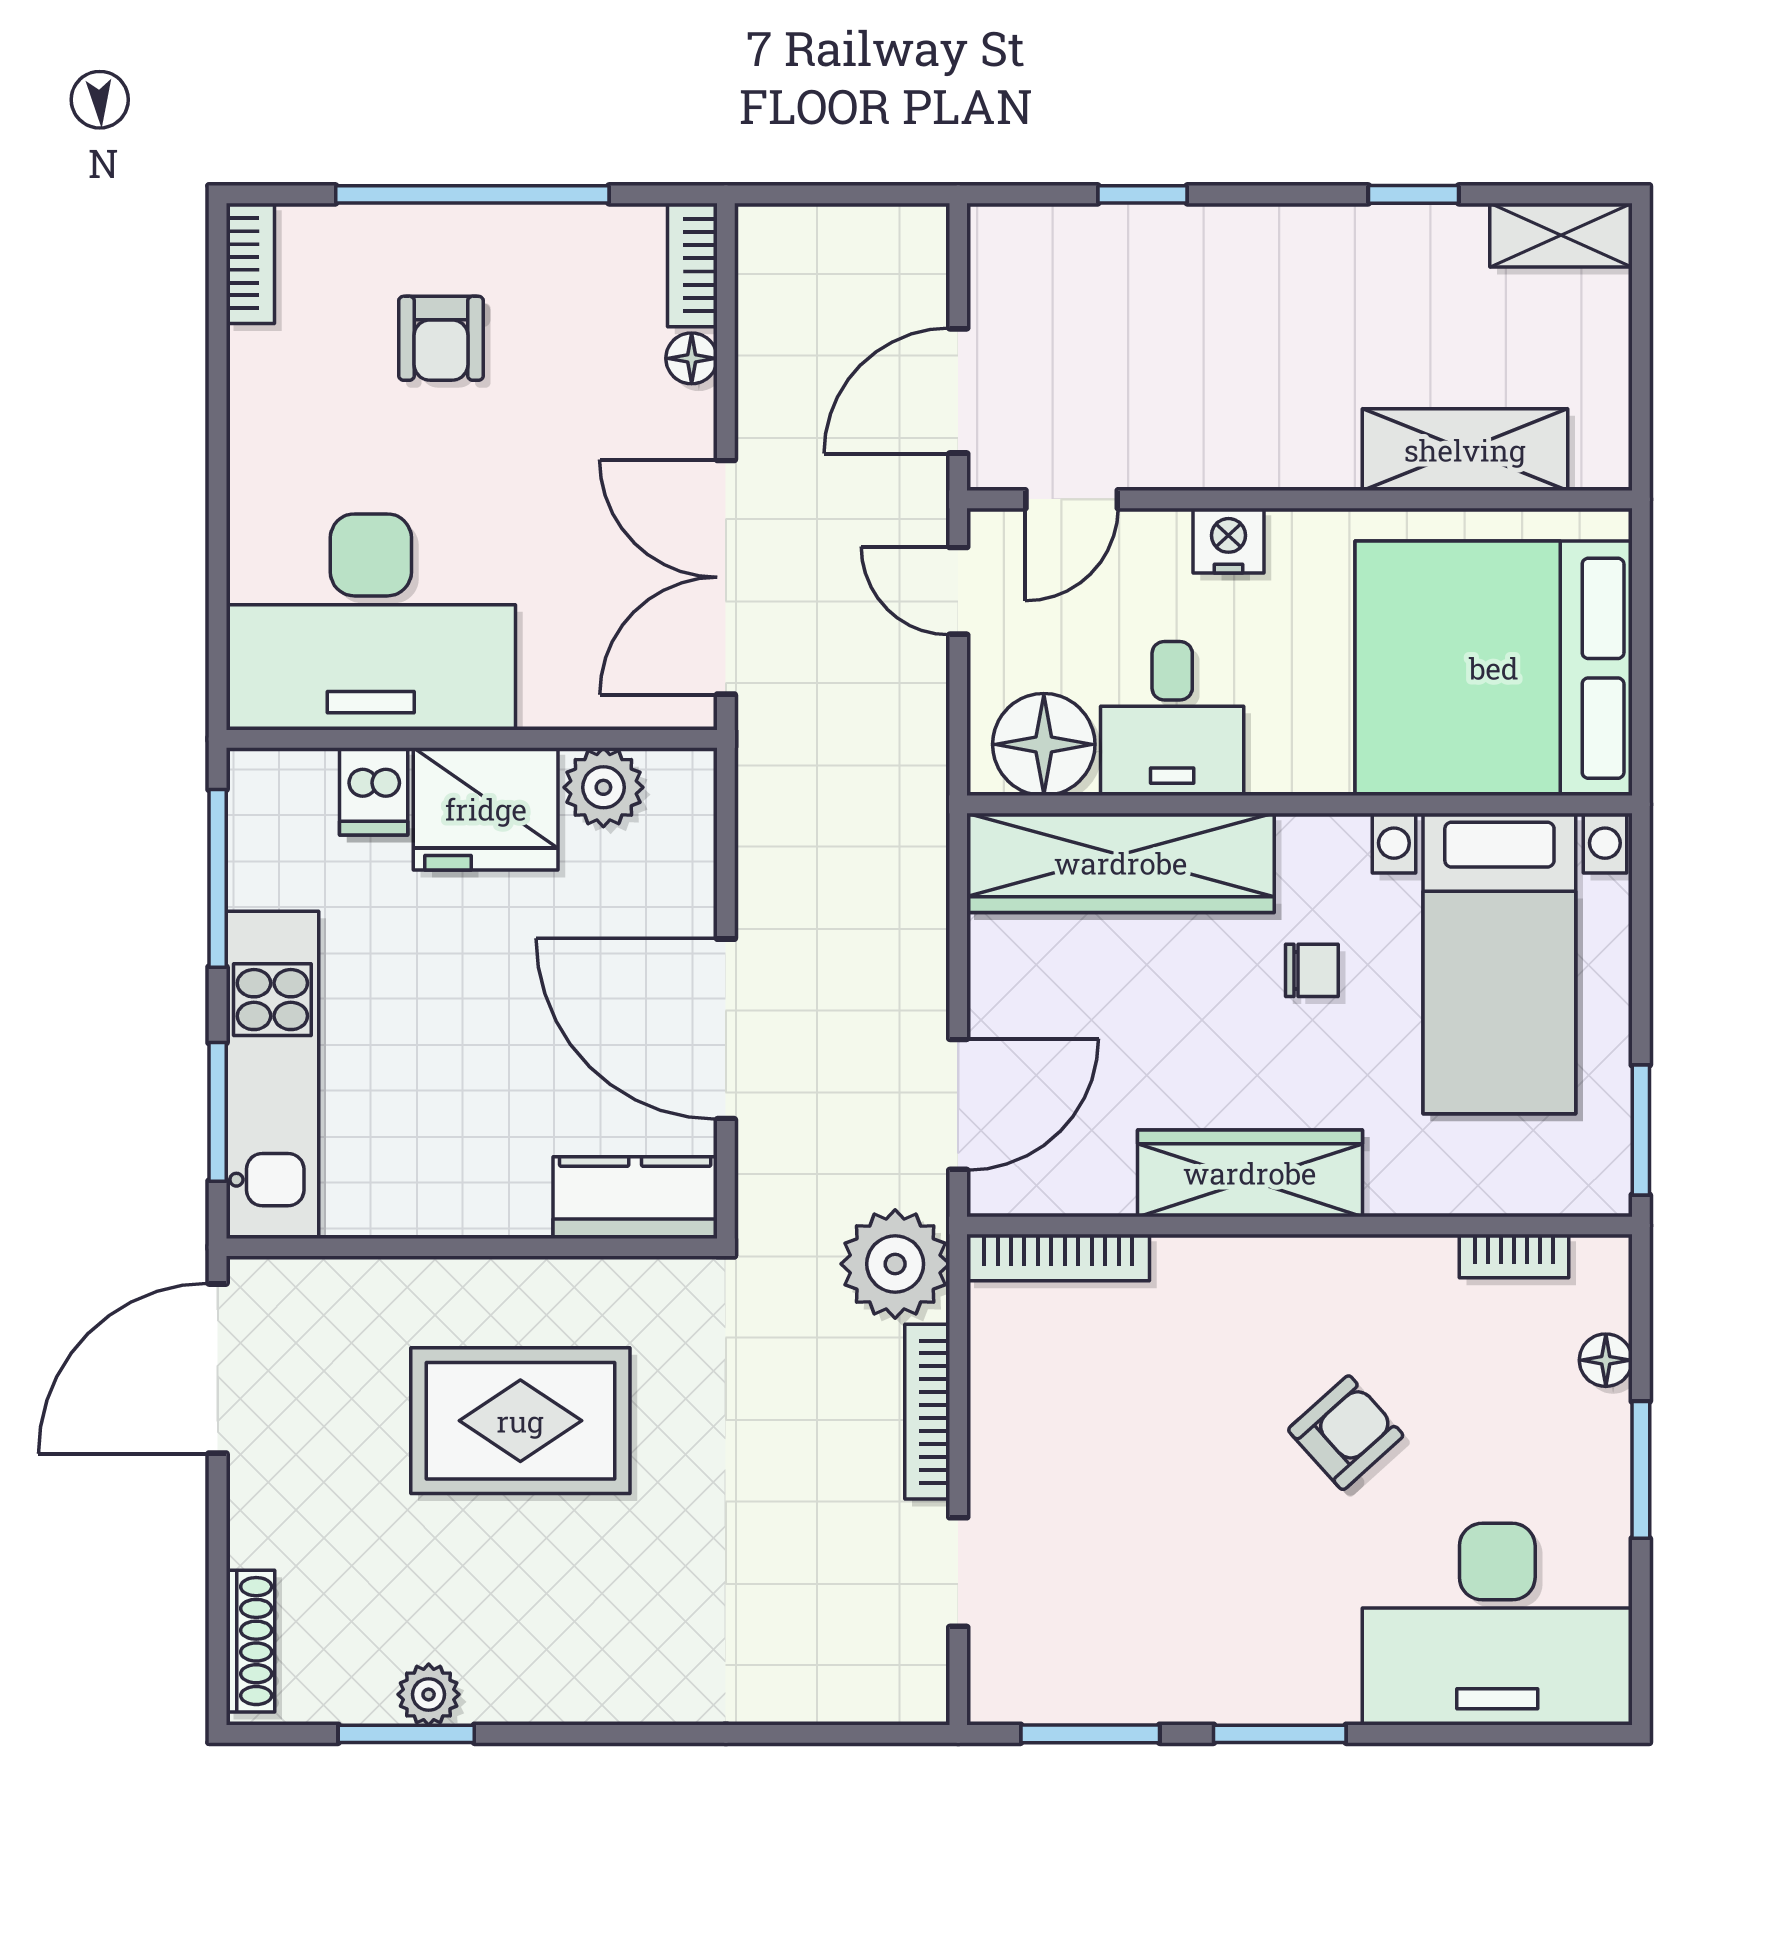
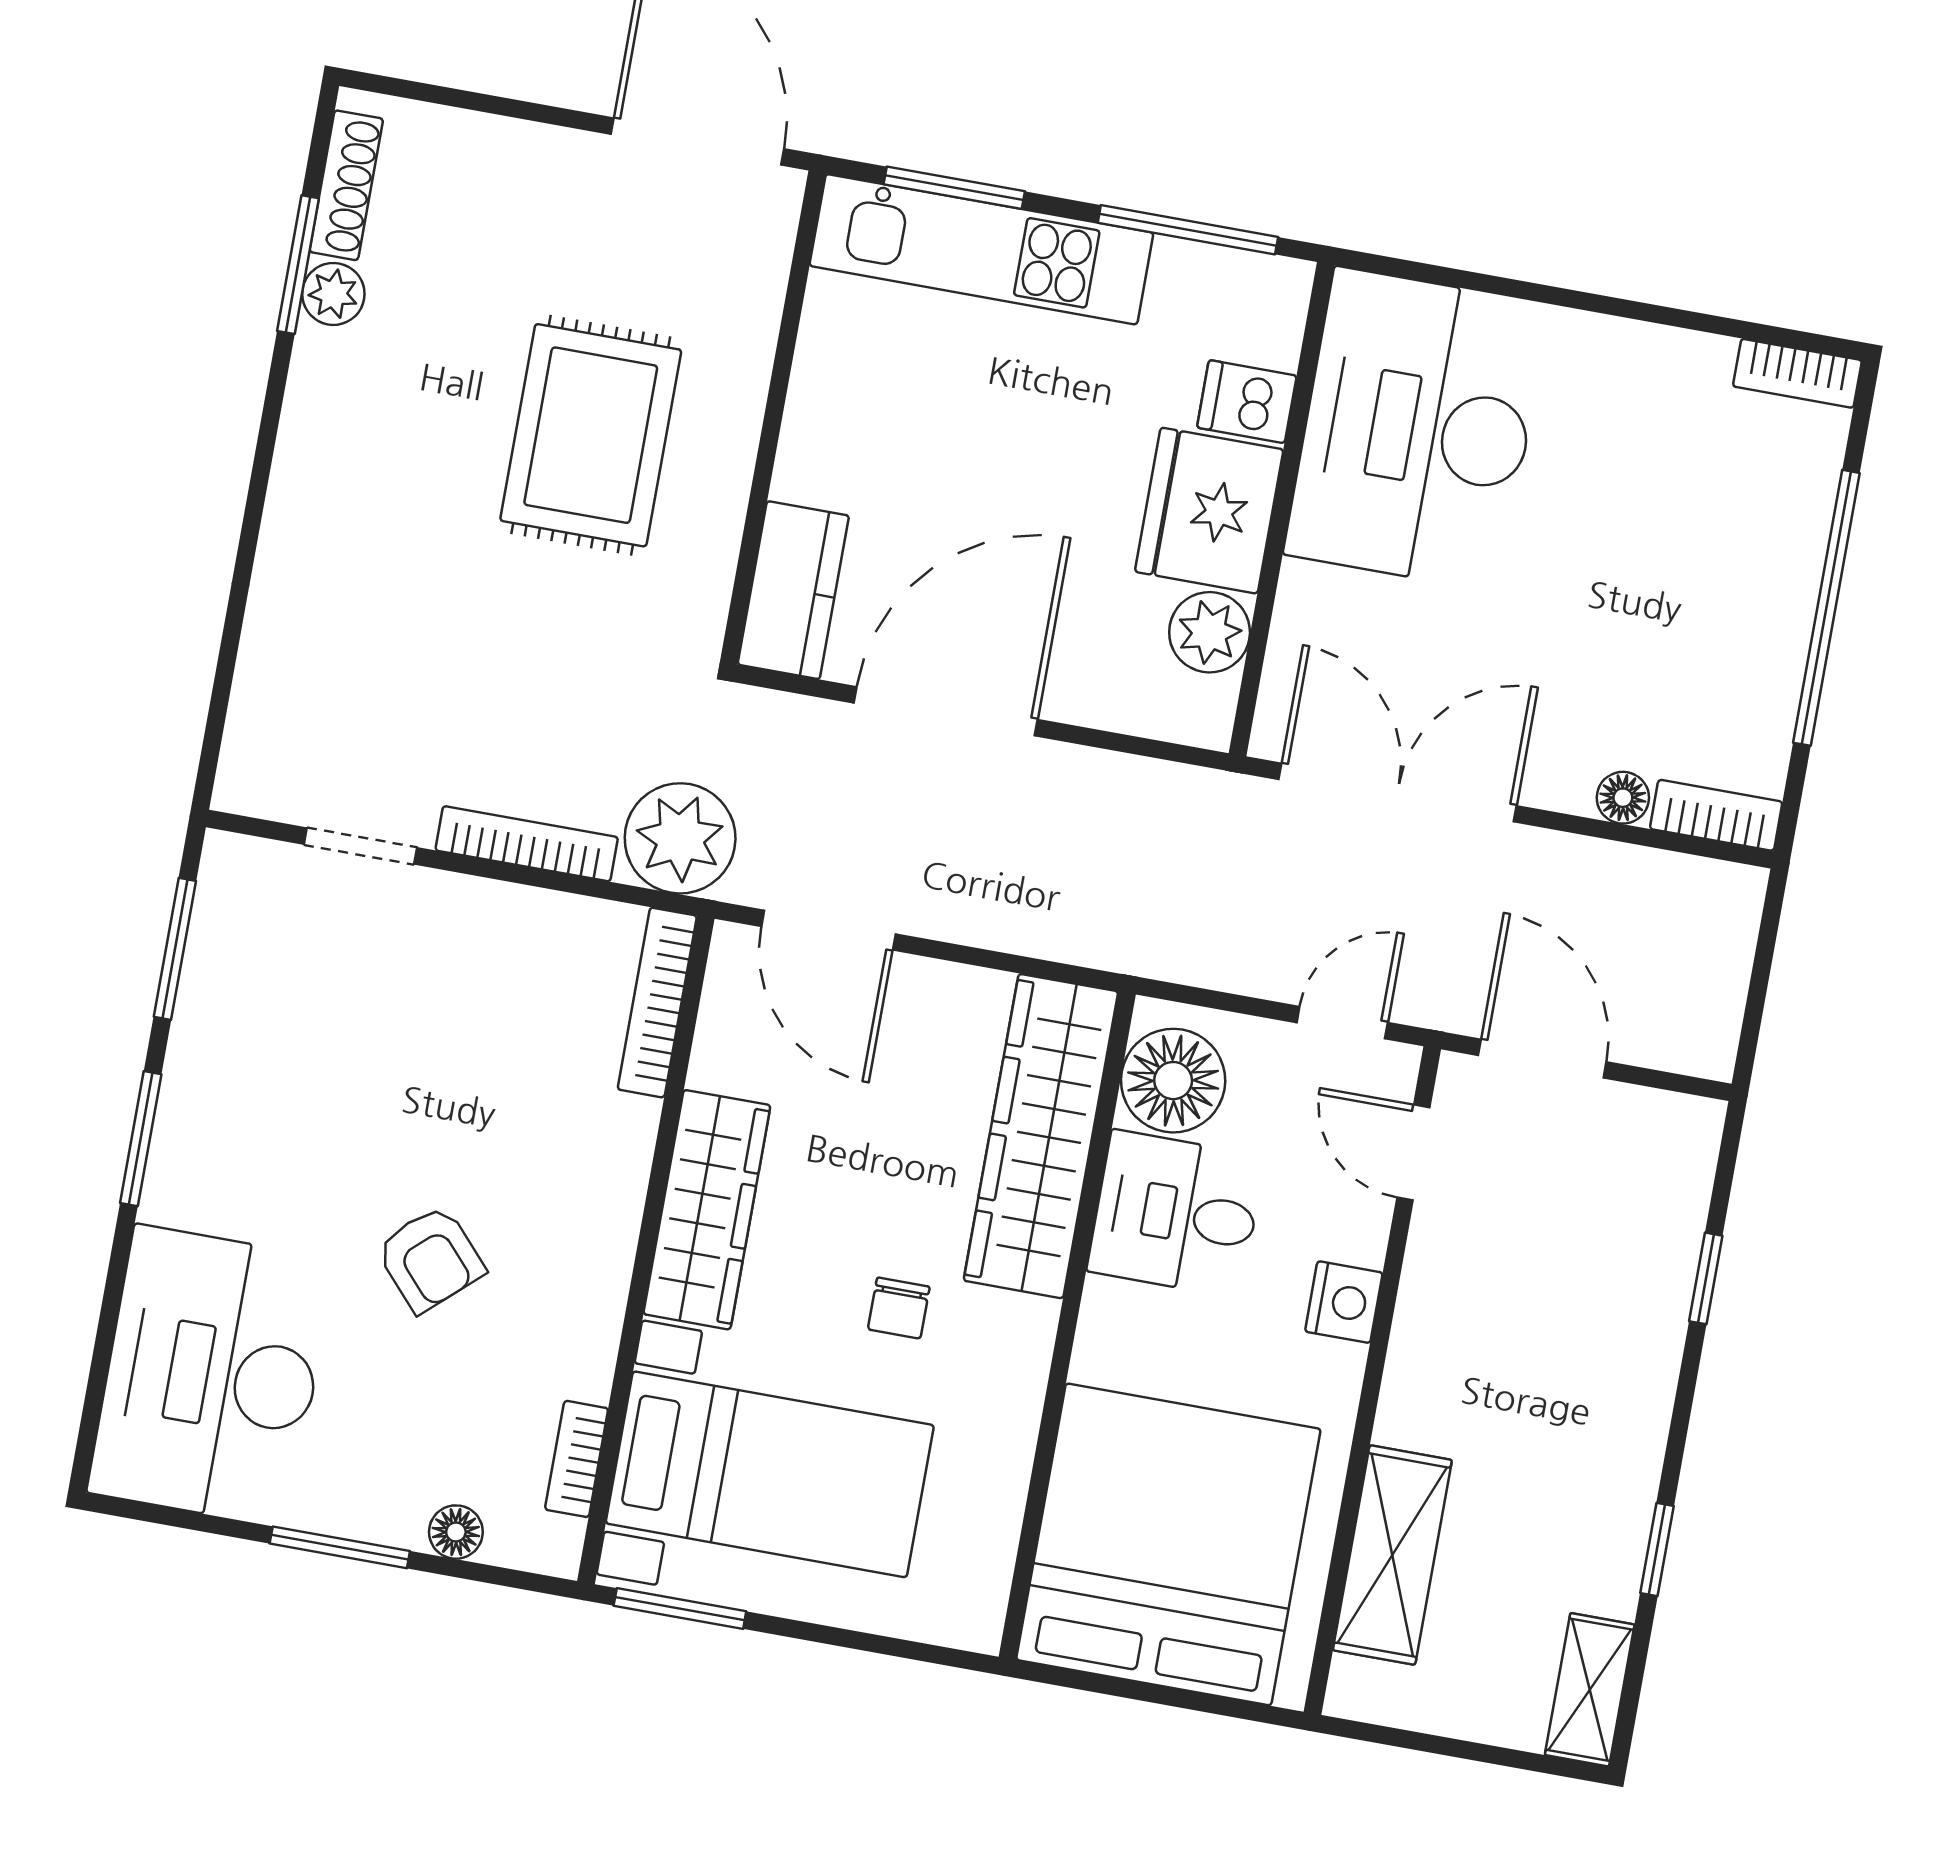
armchair: (441, 338) -> (1688, 551), removed
bed with nightstands: (1499, 963) -> (770, 1474), moved, turned 180
shoe rack: (250, 1641) -> (346, 185), moved, turned -90

